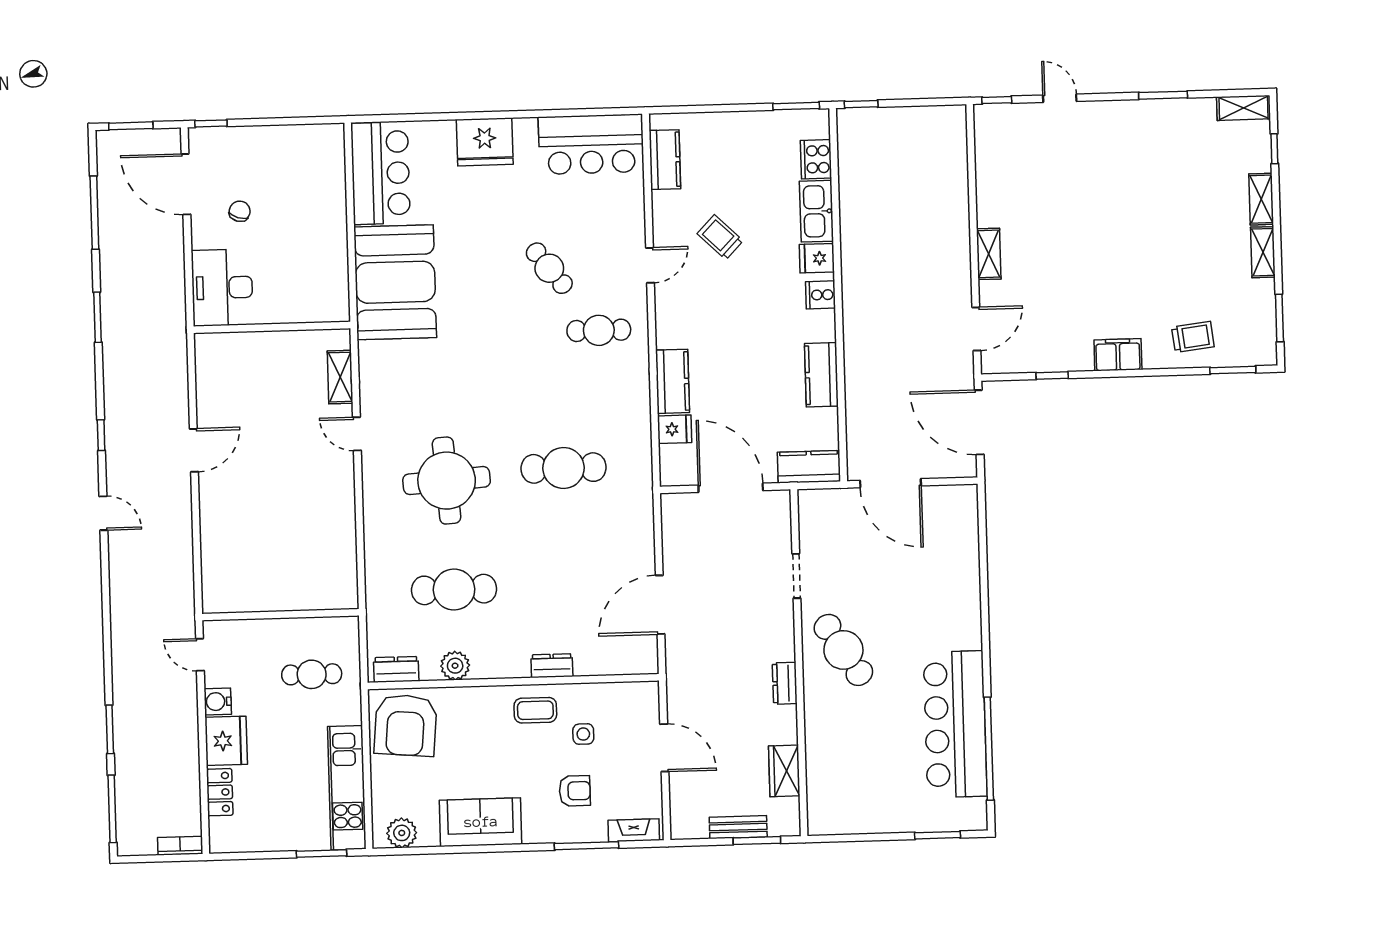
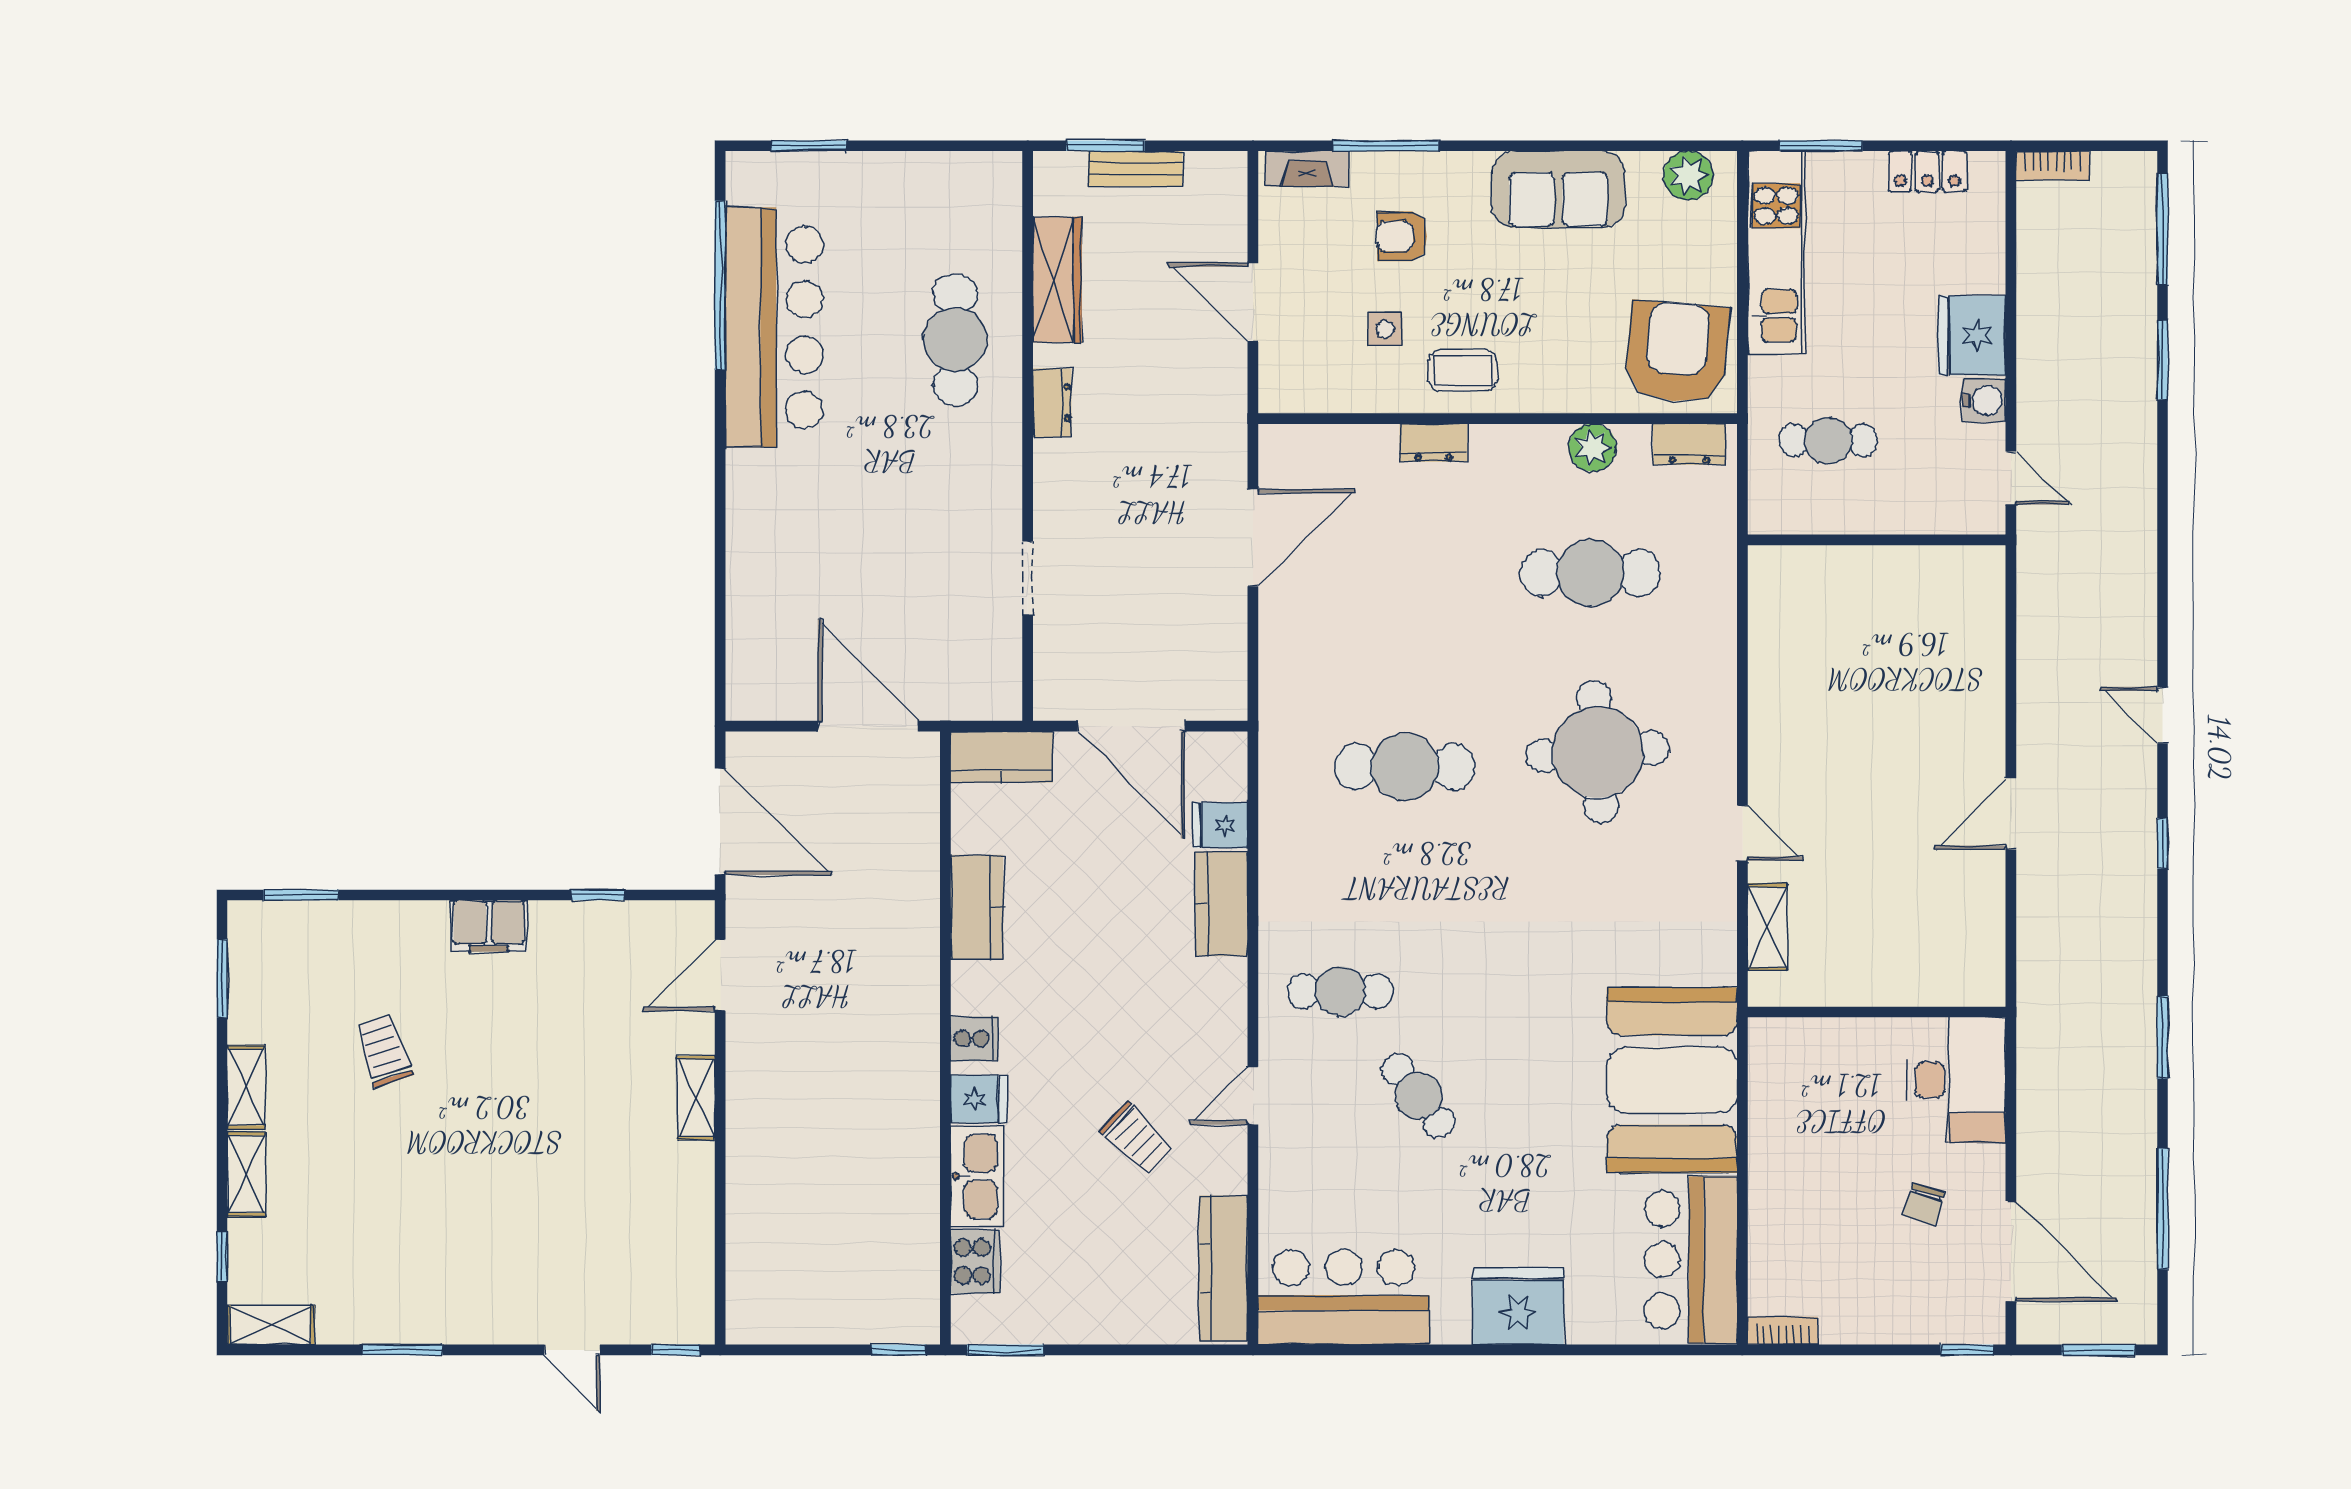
bookcase: (323, 132) -> (1783, 1331), added
kitchen counter: (665, 160) -> (1223, 1268), width x1.50
trolley: (1193, 337) -> (384, 1051), moved, turned 79
cafe table: (843, 650) -> (955, 340), moved, turned 33
wardrobe: (784, 771) -> (1057, 280), width x1.50
locker: (220, 792) -> (1927, 171), moved, turned -90

